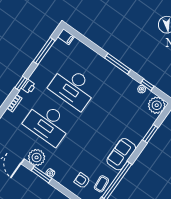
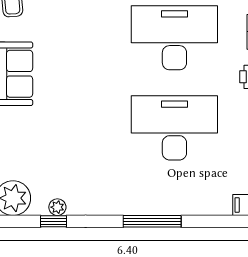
window: (118, 64) -> (152, 221), moved

